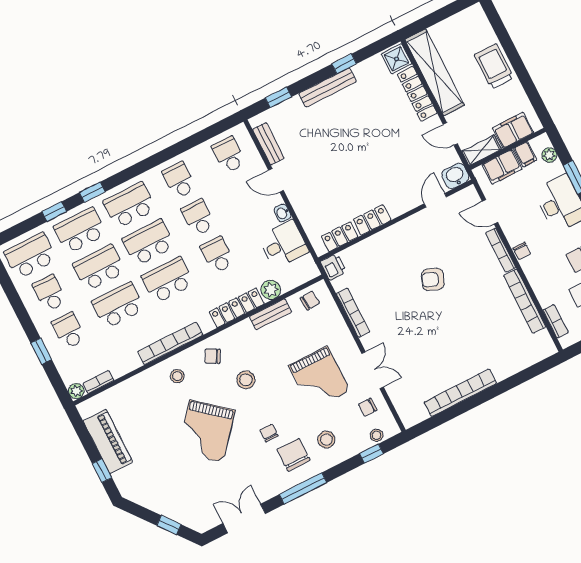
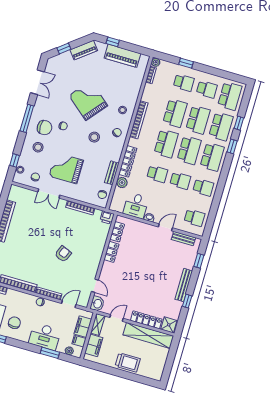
piano: (147, 498) -> (84, 50), added

